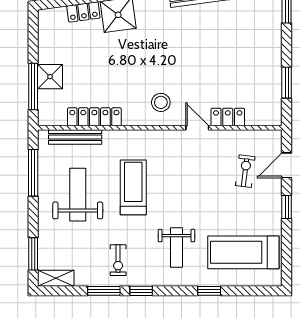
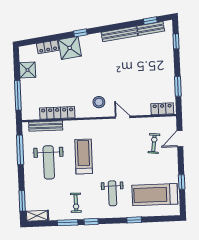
shower: (50, 77) -> (27, 70), moved
locker: (228, 117) -> (162, 109), moved
weight bench: (78, 195) -> (49, 162), turned 180
window: (287, 207) -> (182, 182), moved

